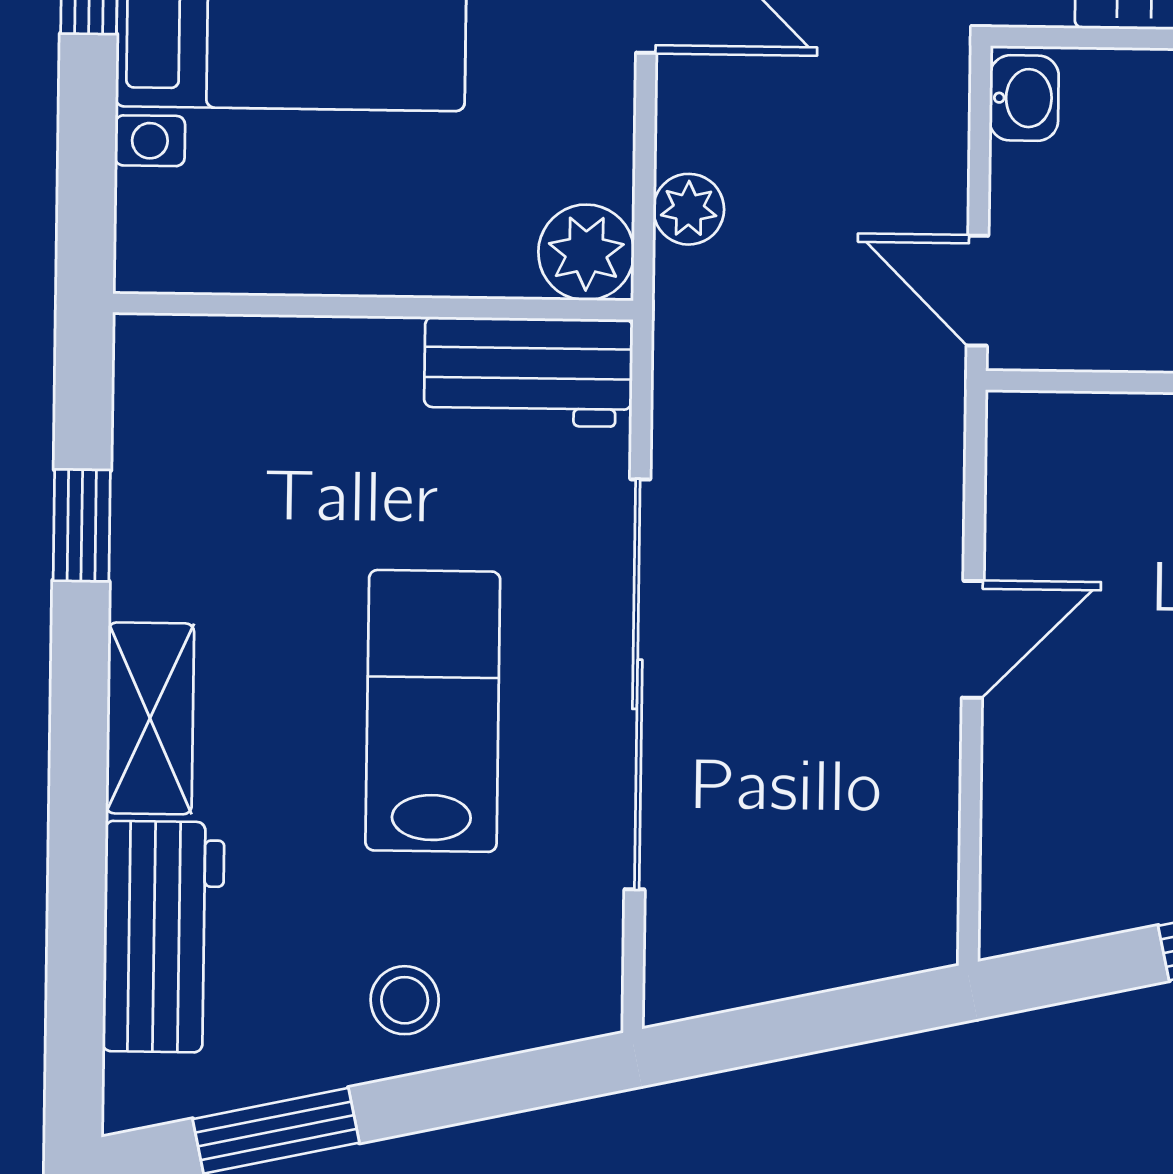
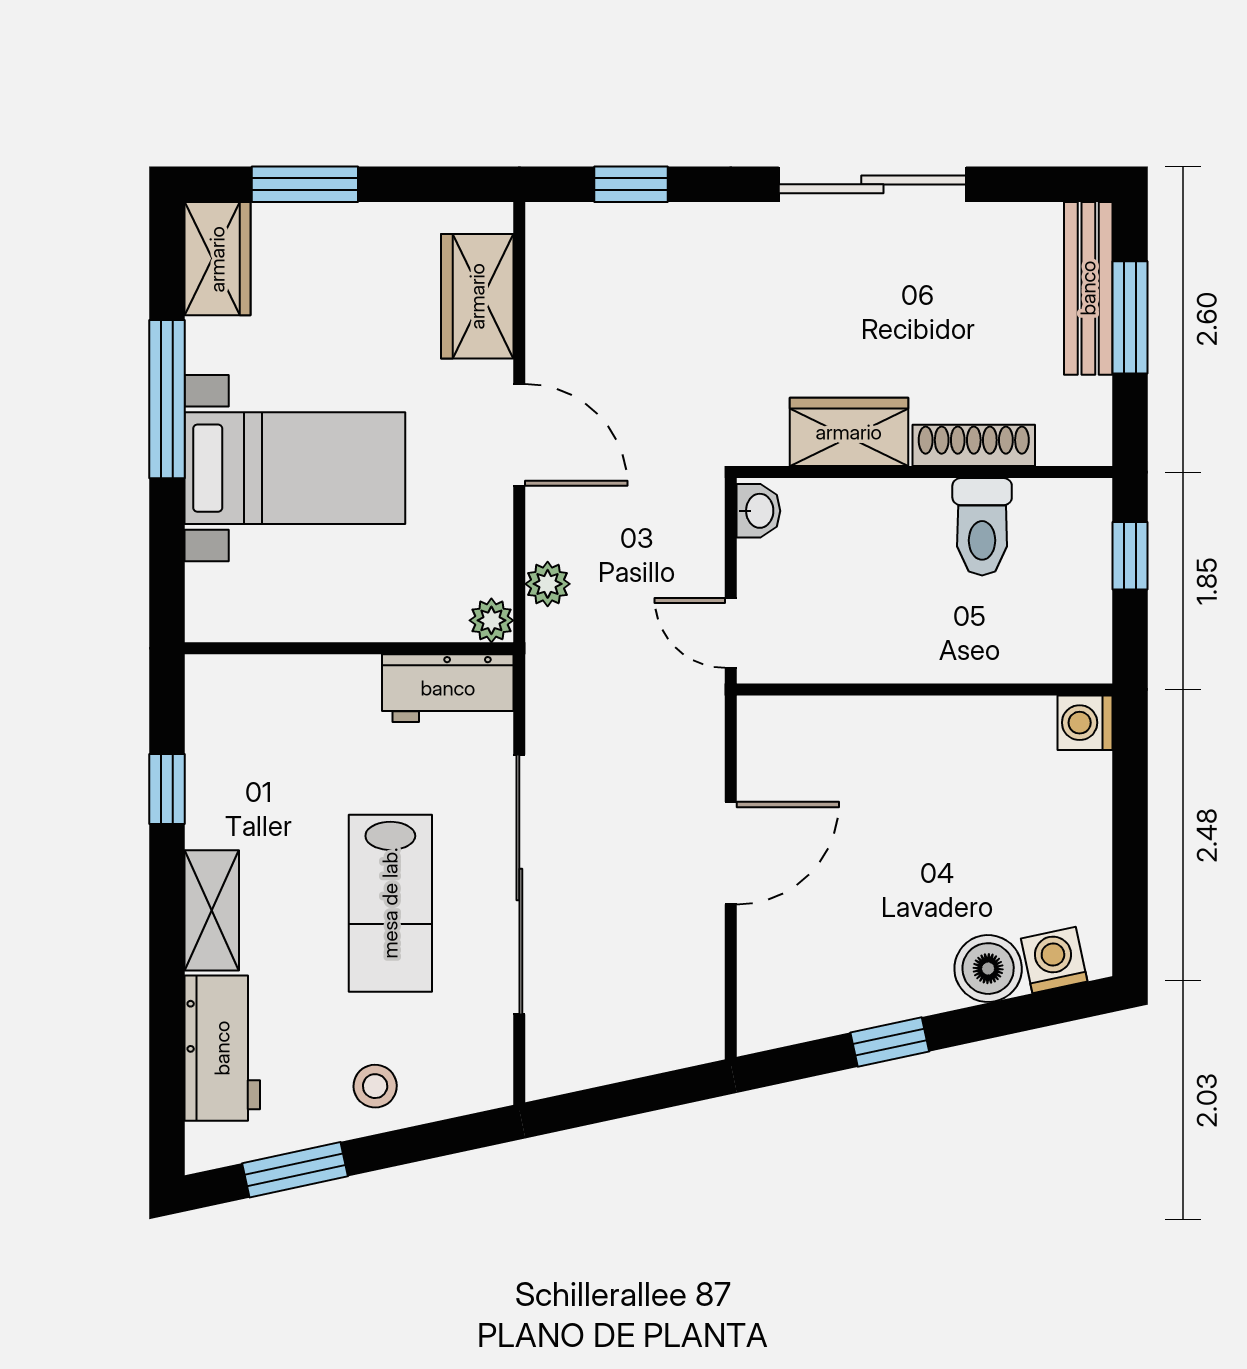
plant: (586, 252) -> (491, 620), width x0.73, depth x0.73
door: (973, 639) -> (731, 853), width x1.38
lab bench: (433, 711) -> (390, 903), turned 180

